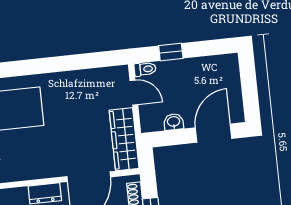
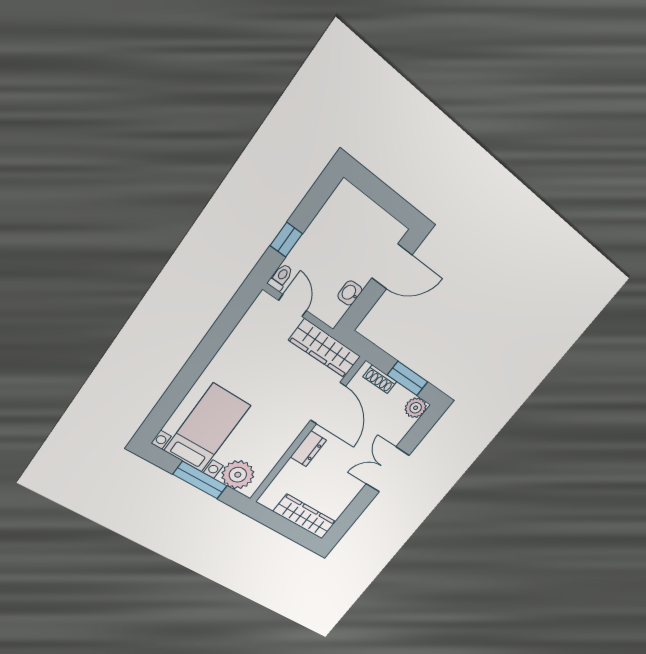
door: (134, 93) -> (293, 306), hinge flipped
door: (214, 133) -> (392, 266), swing flipped

